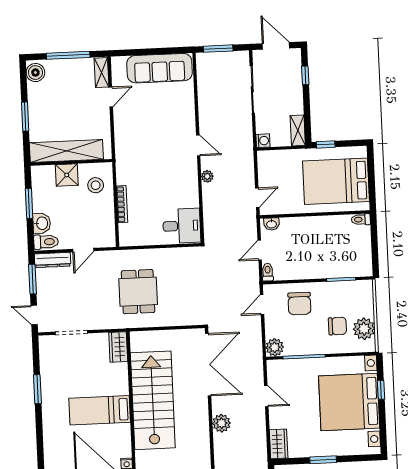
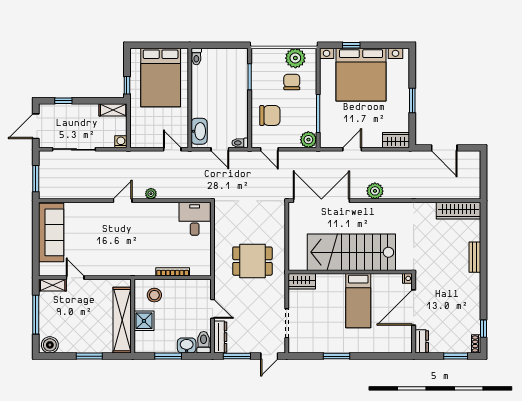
washbasin: (271, 224) -> (199, 131), width x1.91, depth x1.45

